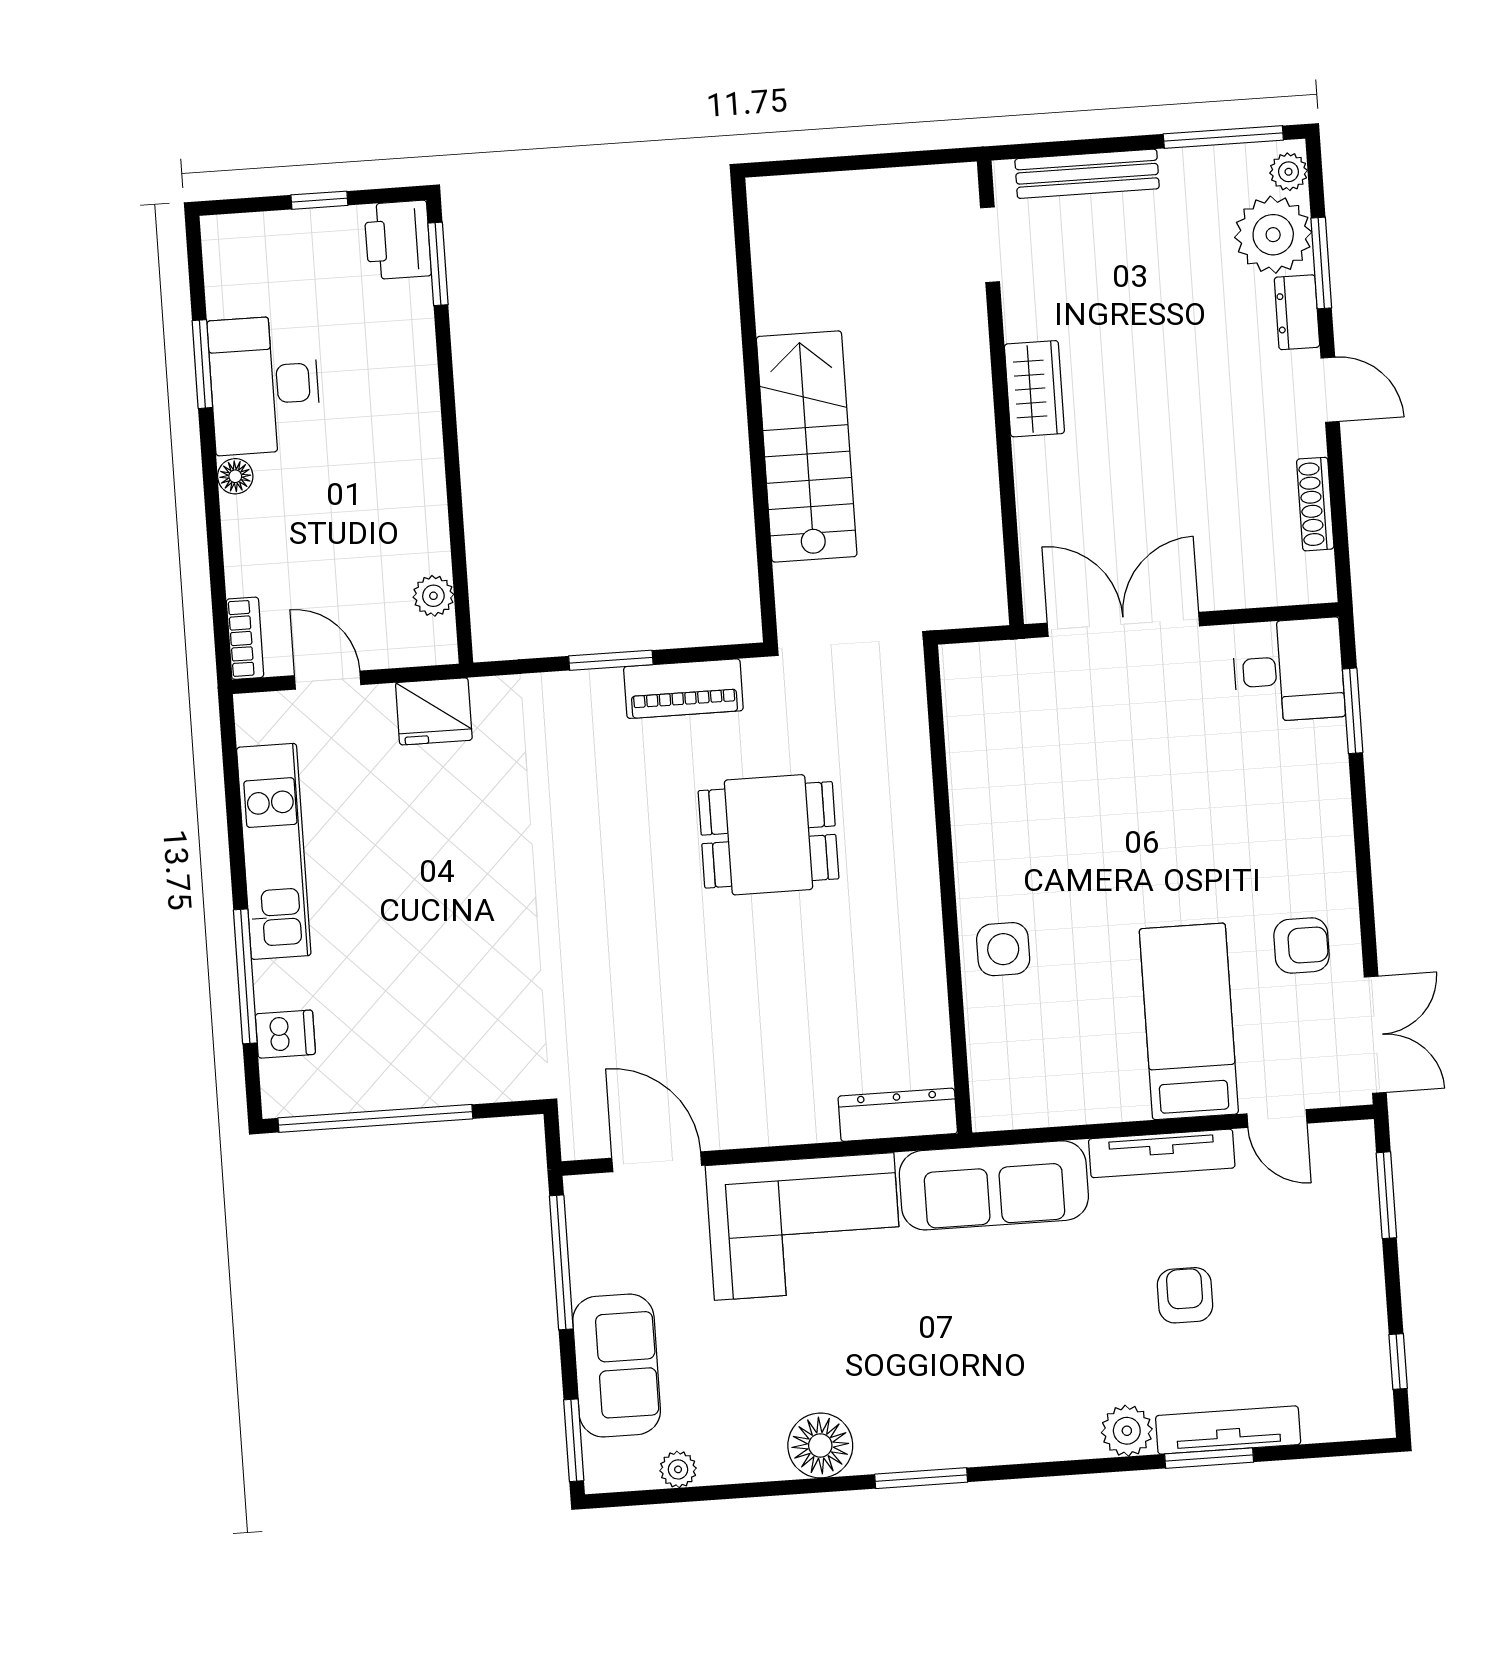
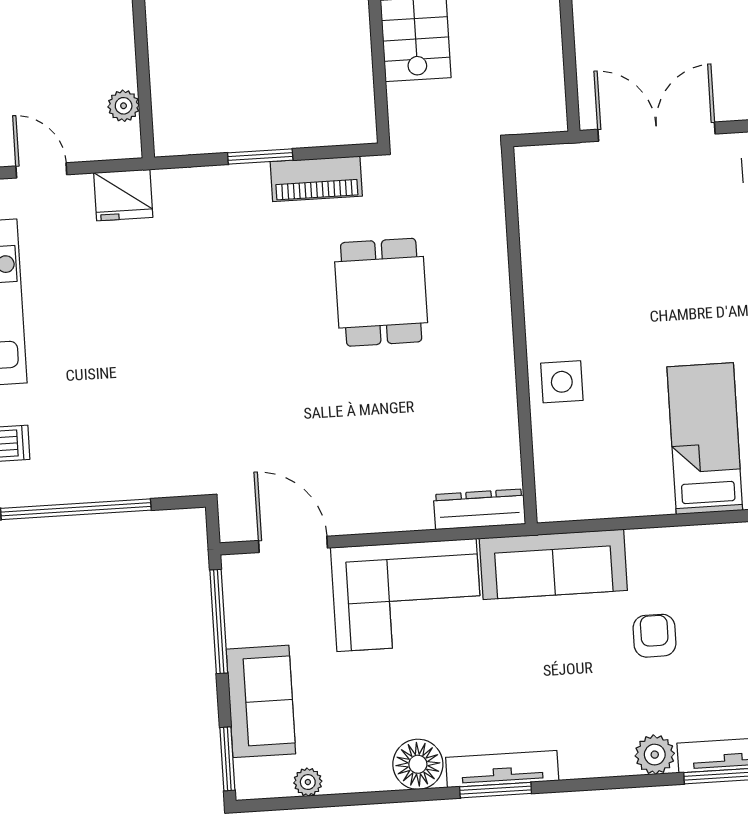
dining table: (768, 835) -> (381, 292), turned 90
tv unit: (1162, 1153) -> (502, 769), moved, turned 180
armchair: (1185, 1295) -> (654, 636), moved

